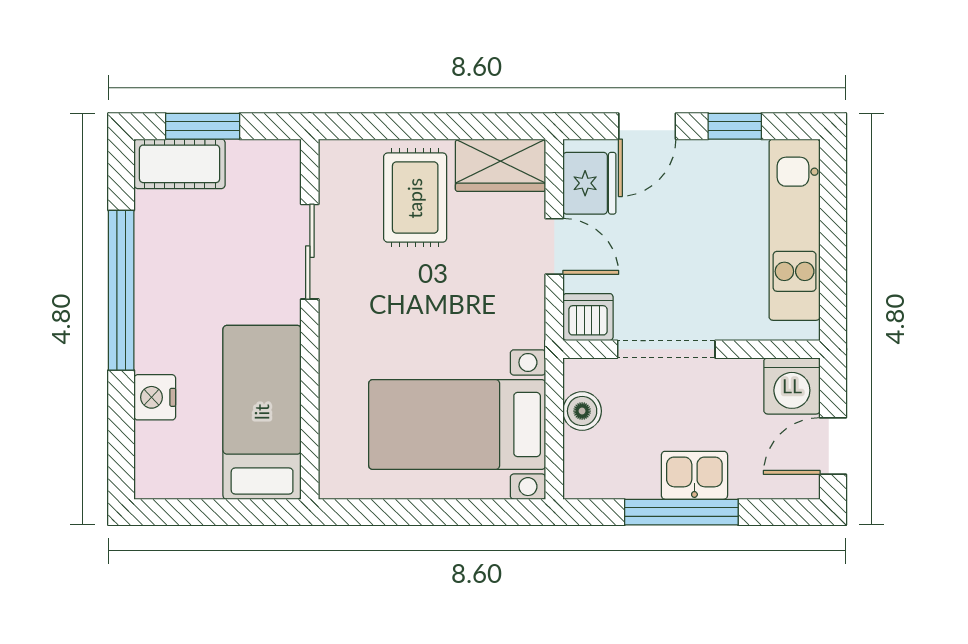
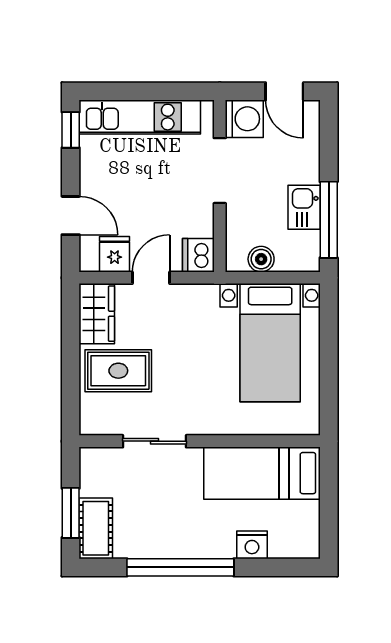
window: (735, 126) -> (71, 130), moved
fridge: (589, 183) -> (115, 254), width x0.72
doorway: (666, 349) -> (220, 171), moved
kitchen sink: (694, 475) -> (304, 207), moved
window: (681, 512) -> (329, 220), moved

